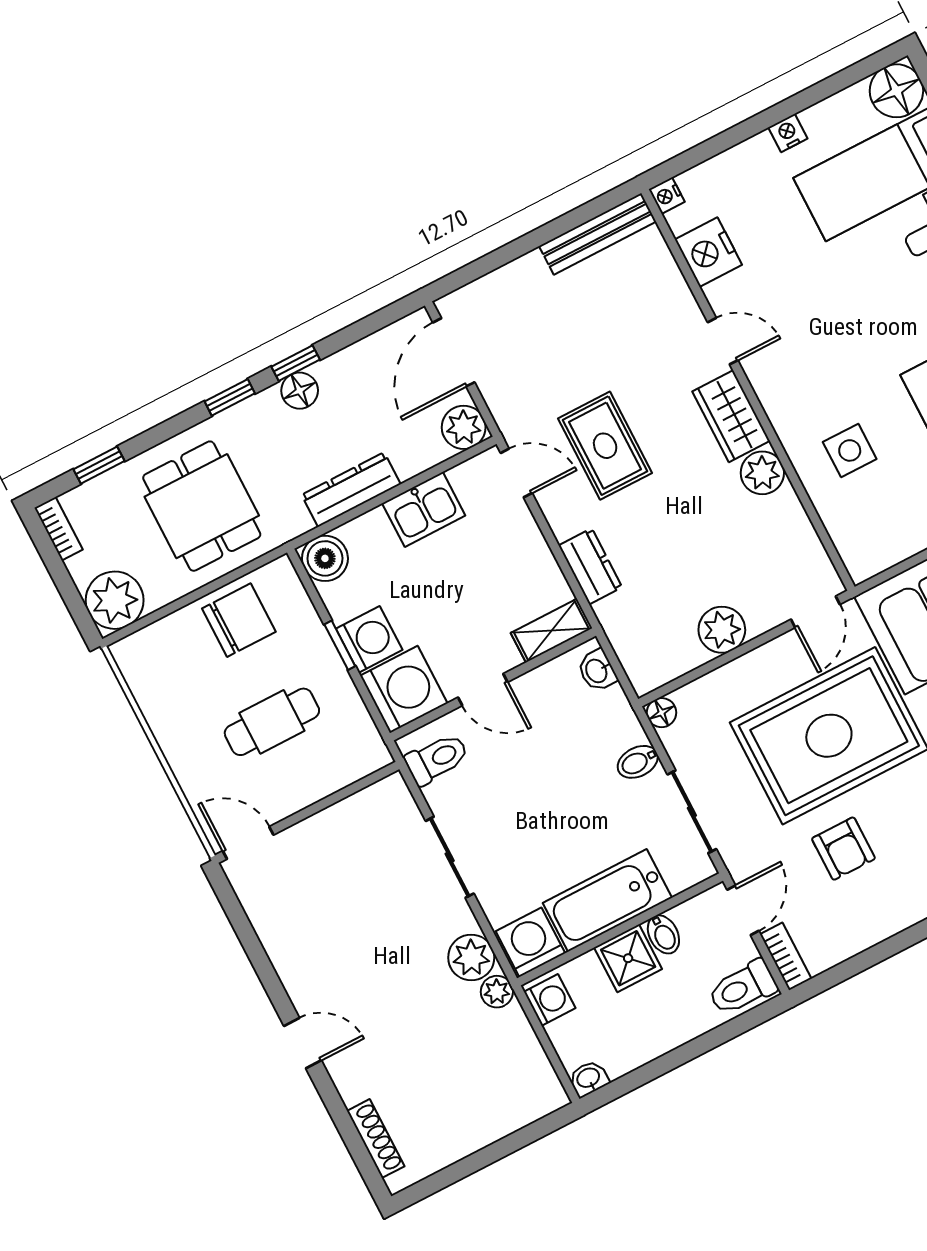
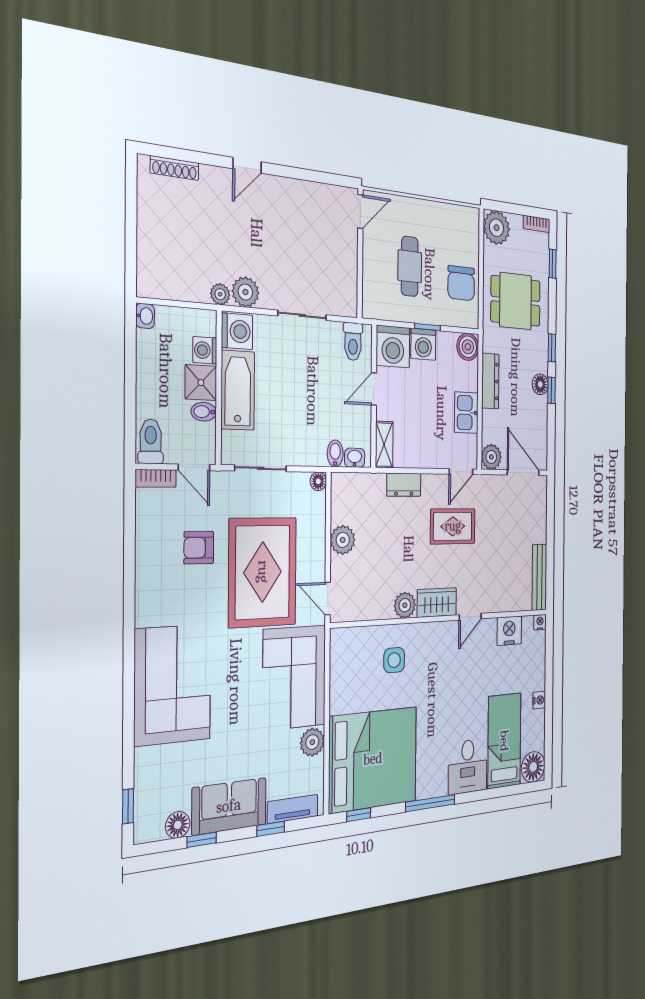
bidet: (638, 762) -> (335, 453), moved
washing machine: (550, 1000) -> (205, 350), moved, turned 90

